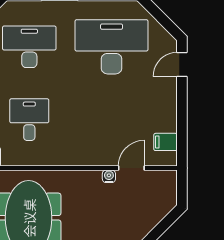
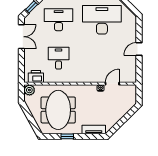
door: (182, 64) -> (139, 49), moved
filing cabinet: (165, 142) -> (130, 70), removed

